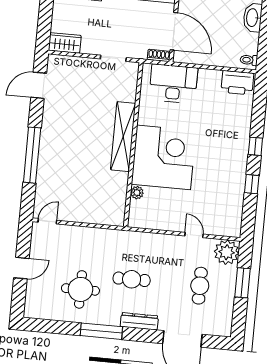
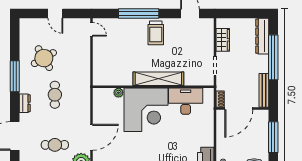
wardrobe: (65, 43) -> (223, 40), moved
desk: (173, 84) -> (186, 101), moved, turned -90
trolley: (61, 134) -> (156, 33), added
door: (194, 235) -> (91, 137), width x1.87
round table: (80, 289) -> (44, 58), turned -30
dresser: (139, 321) -> (25, 103), width x0.70

